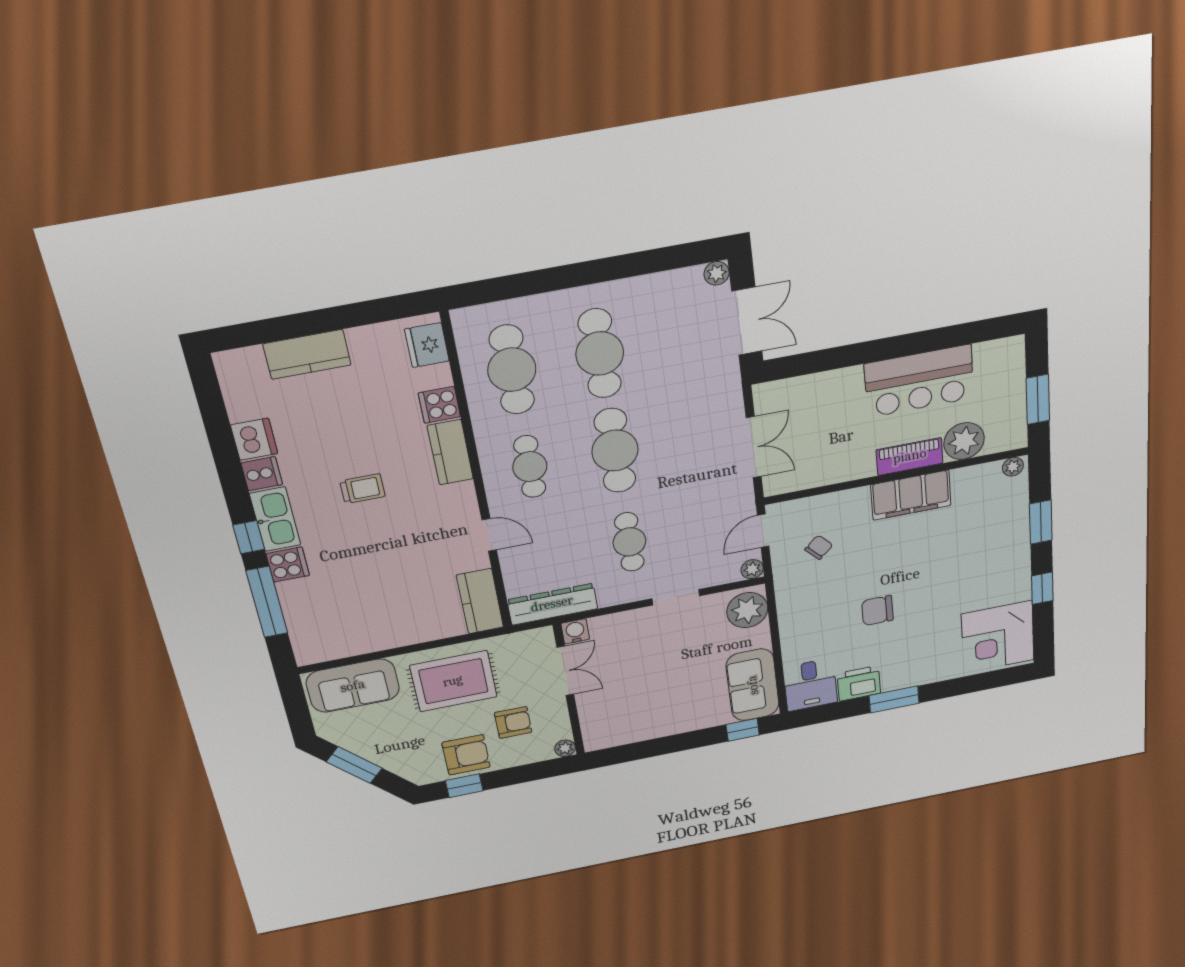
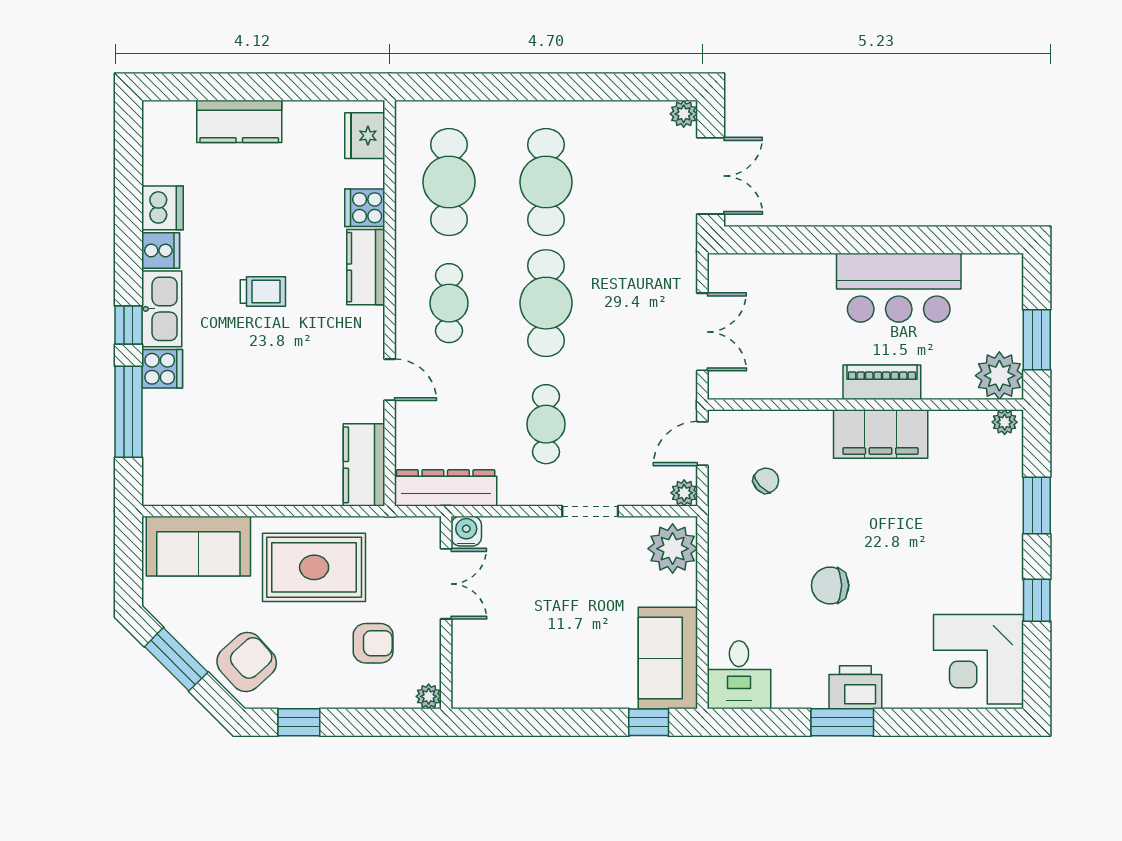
plant: (964, 441) -> (999, 376), moved
printer: (859, 683) -> (855, 687), moved
armchair: (466, 755) -> (247, 662), moved, turned -42

